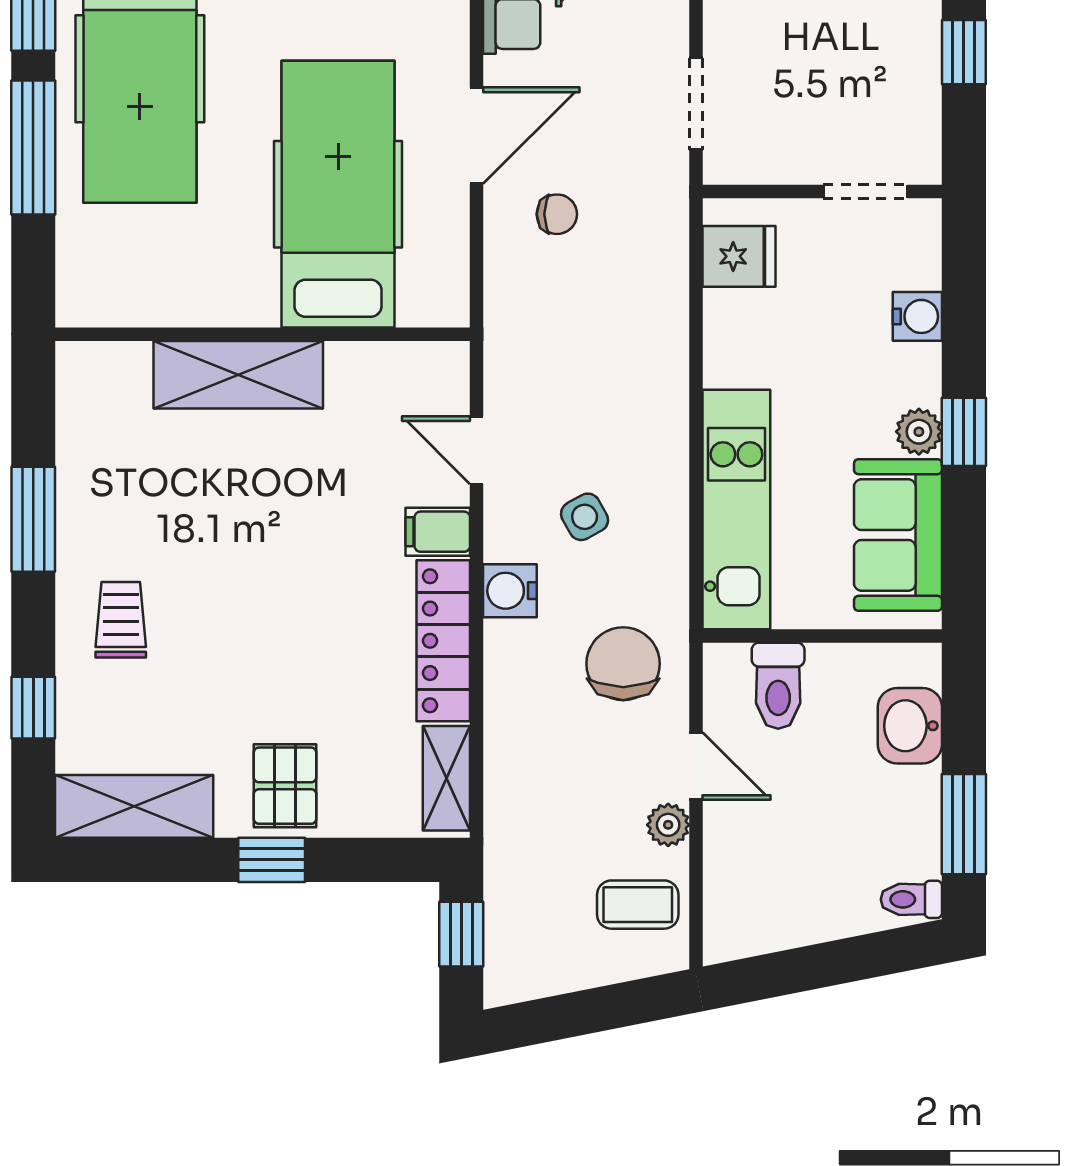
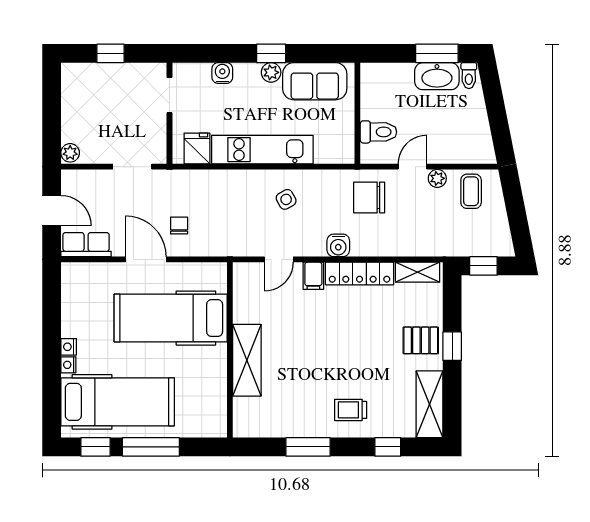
kitchen unit: (736, 509) -> (262, 150), moved
side table: (585, 517) -> (286, 199), moved
washbasin: (910, 726) -> (437, 76), moved, width x1.38

